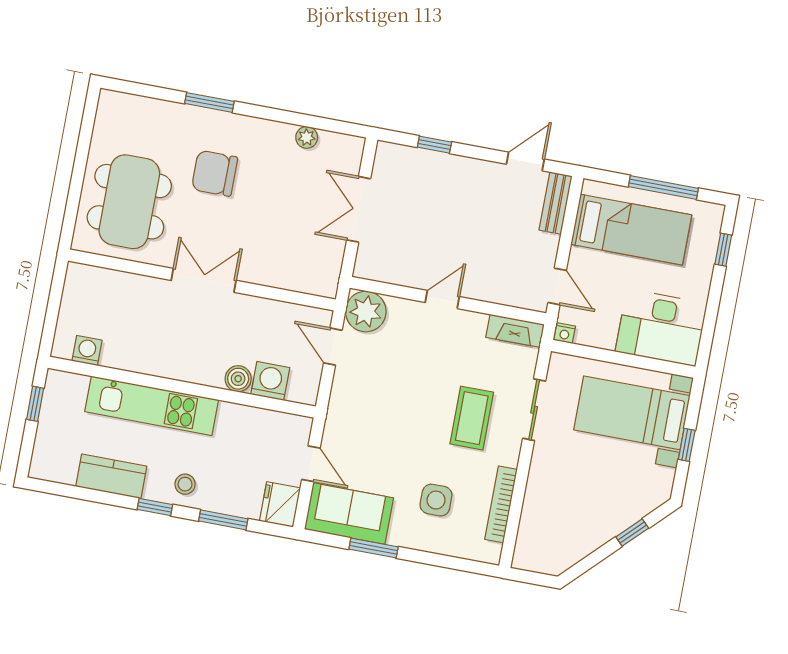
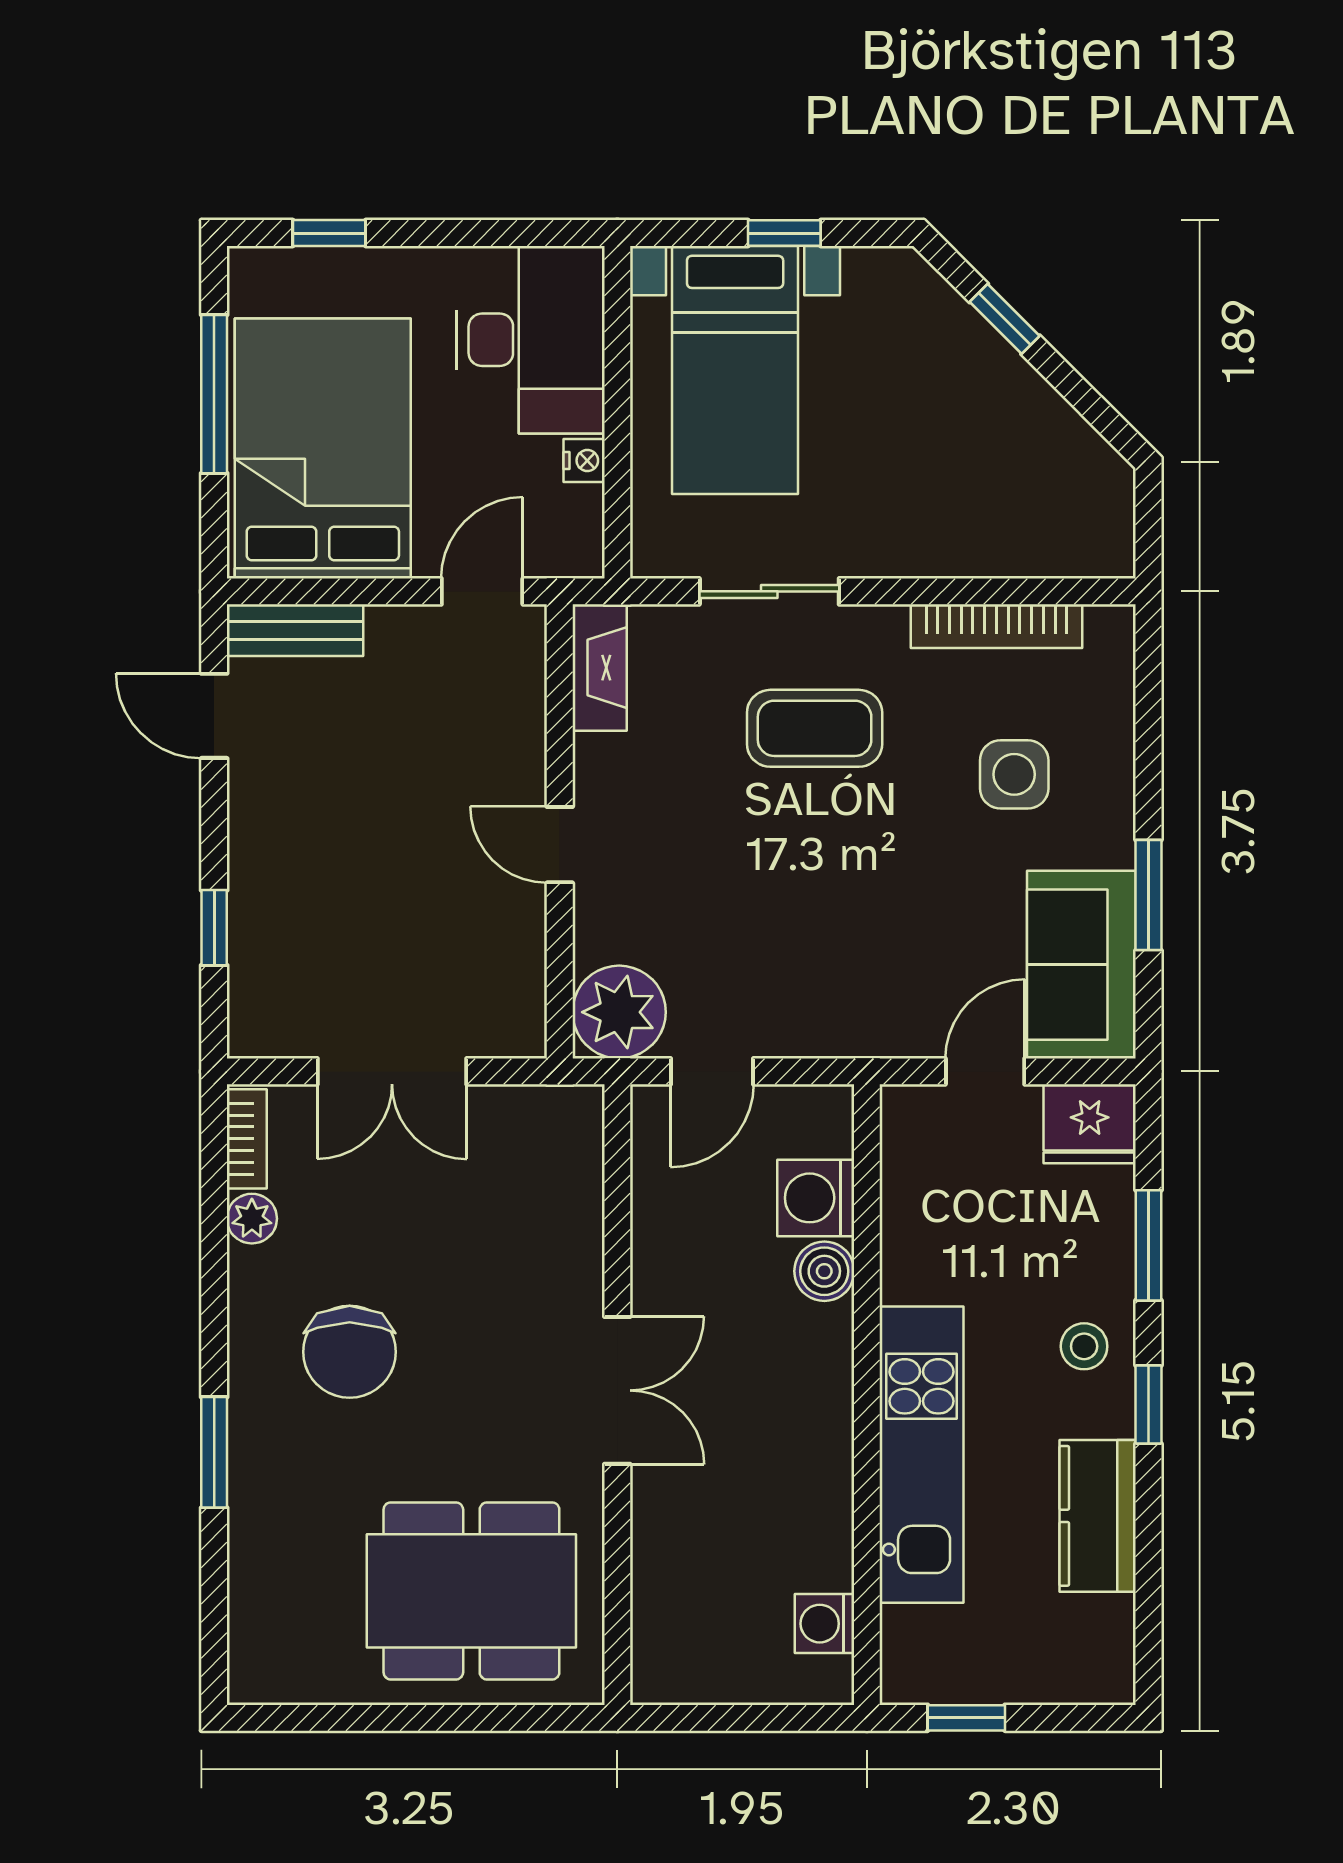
bookcase: (341, 142) -> (247, 1139), added
chair: (215, 173) -> (350, 1352), moved
bed: (631, 230) -> (323, 449), width x1.50
double door: (204, 280) -> (617, 1390), swing flipped
nightstand: (565, 333) -> (584, 461), moved

